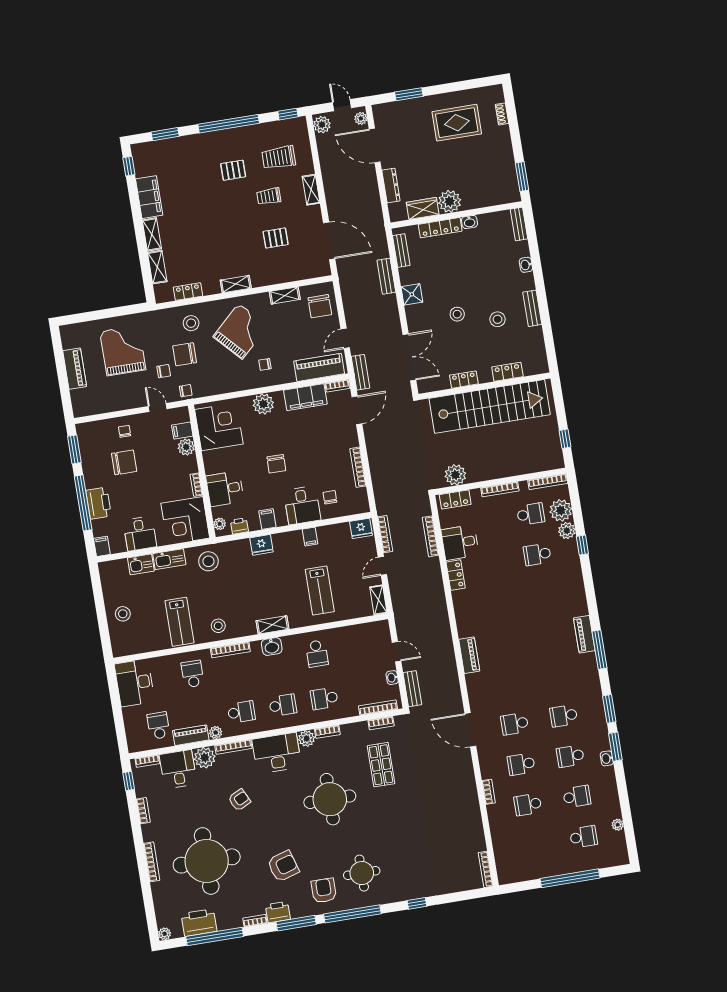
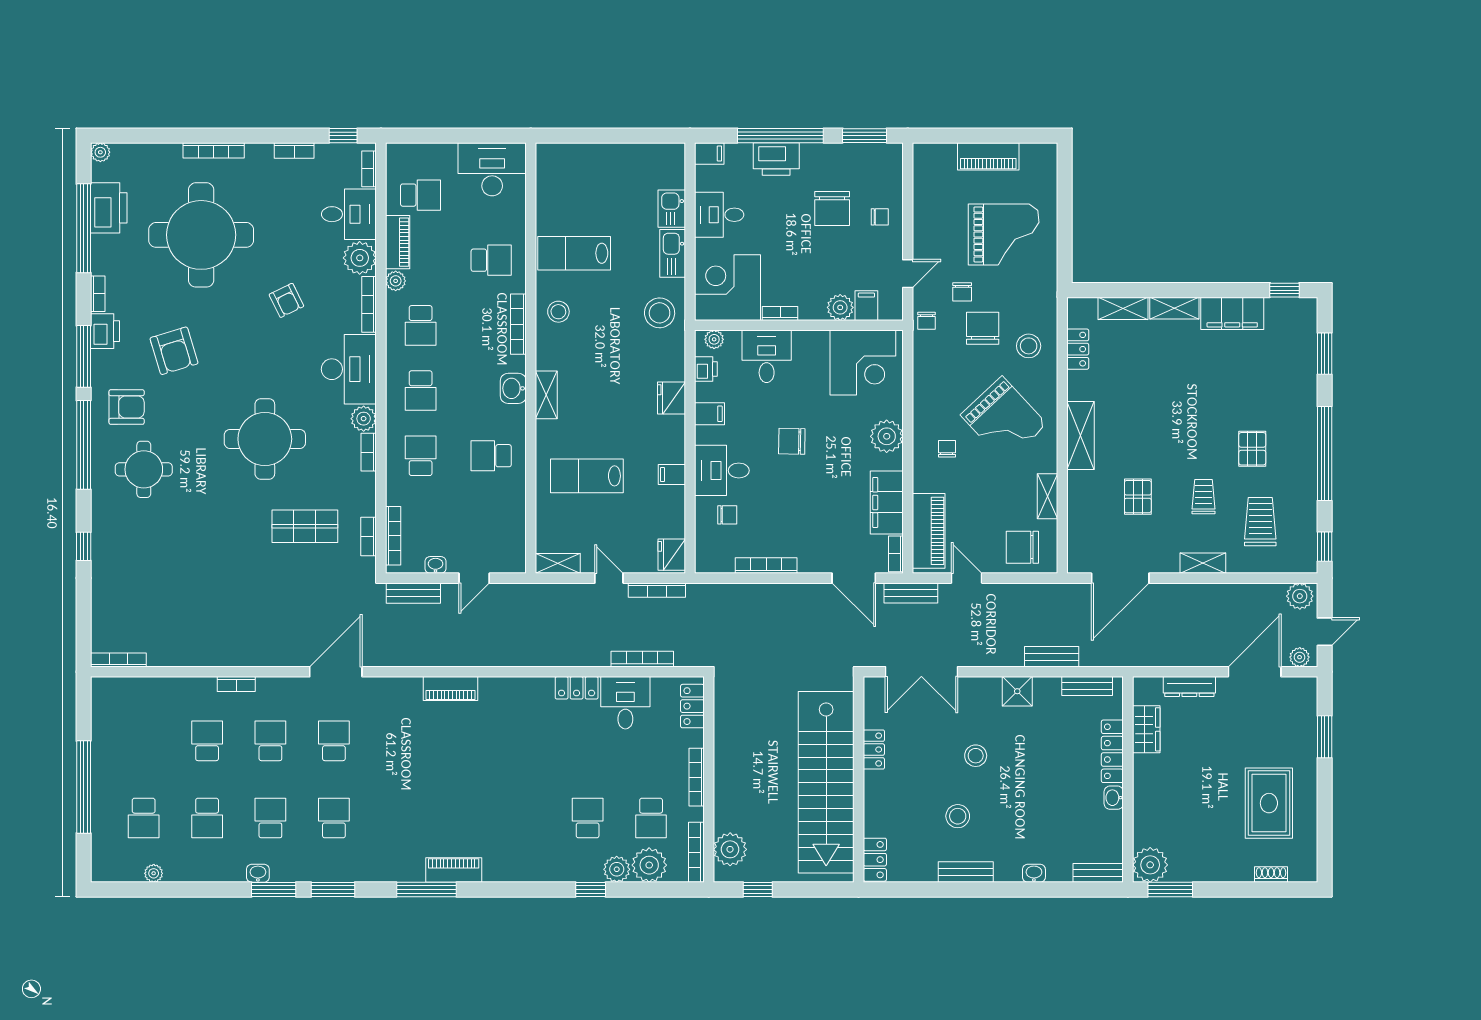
plant: (450, 201) -> (1150, 865), moved
shelving: (236, 284) -> (1081, 435), width x1.50, depth x1.33
locker: (507, 372) -> (875, 860), moved
plant: (455, 475) -> (730, 849), moved
stool: (123, 614) -> (601, 169), removed

